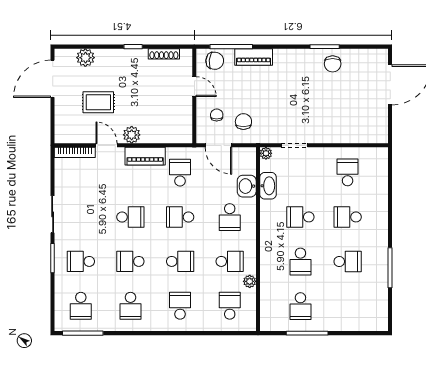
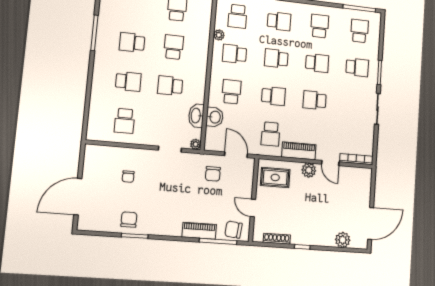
rug: (98, 102) -> (275, 177), moved
chair: (217, 115) -> (128, 177), moved
school desk: (300, 217) -> (170, 86), turned 180
school desk: (180, 306) -> (279, 21), turned -90

